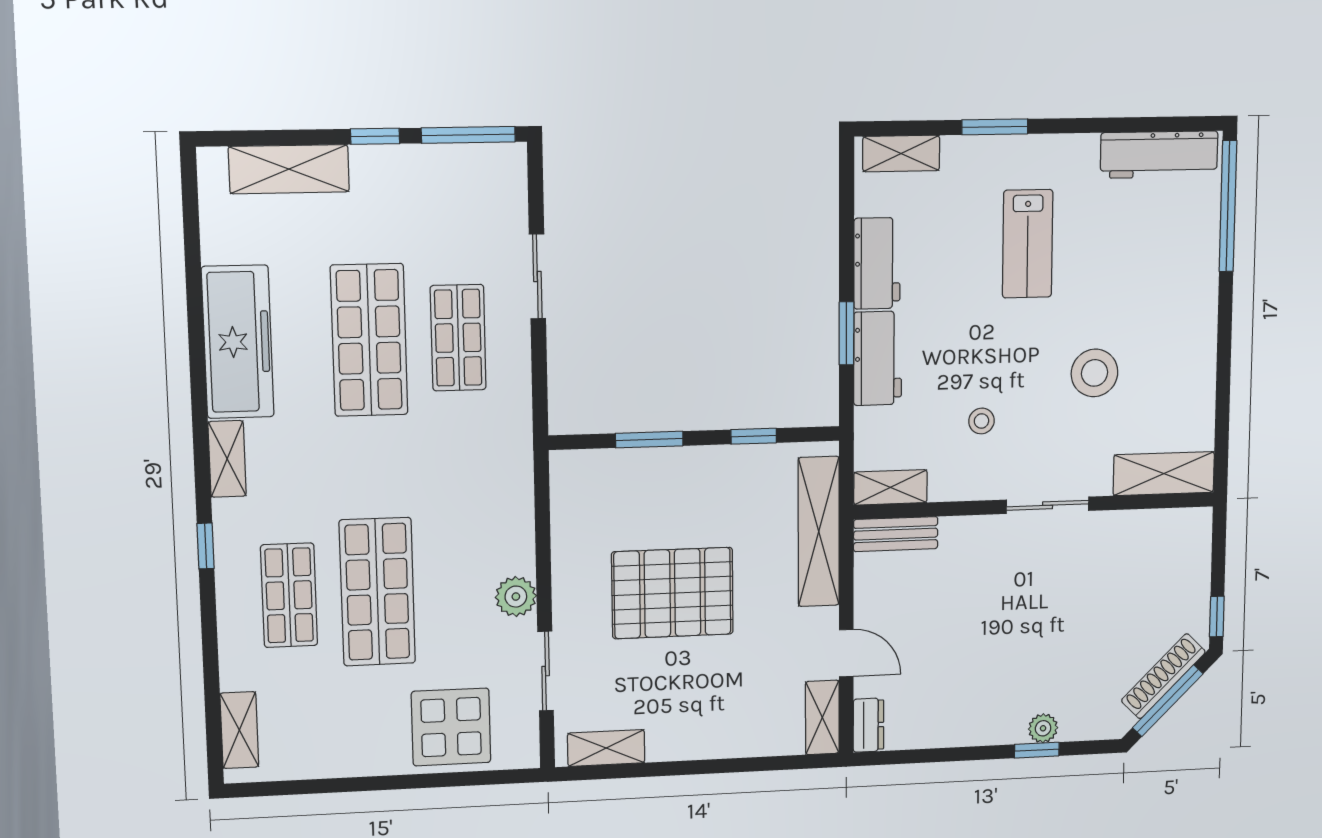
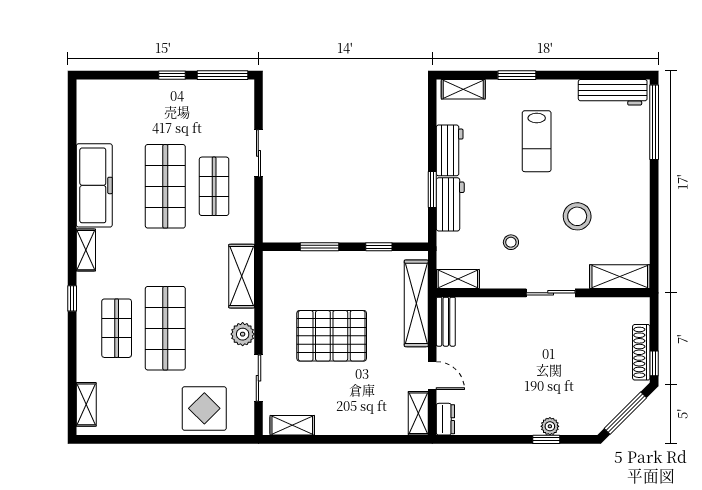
shelving: (289, 169) -> (242, 276), moved, turned 90
bench: (896, 534) -> (446, 322), moved, turned 90
shoe rack: (1163, 676) -> (641, 352), moved, turned -45

